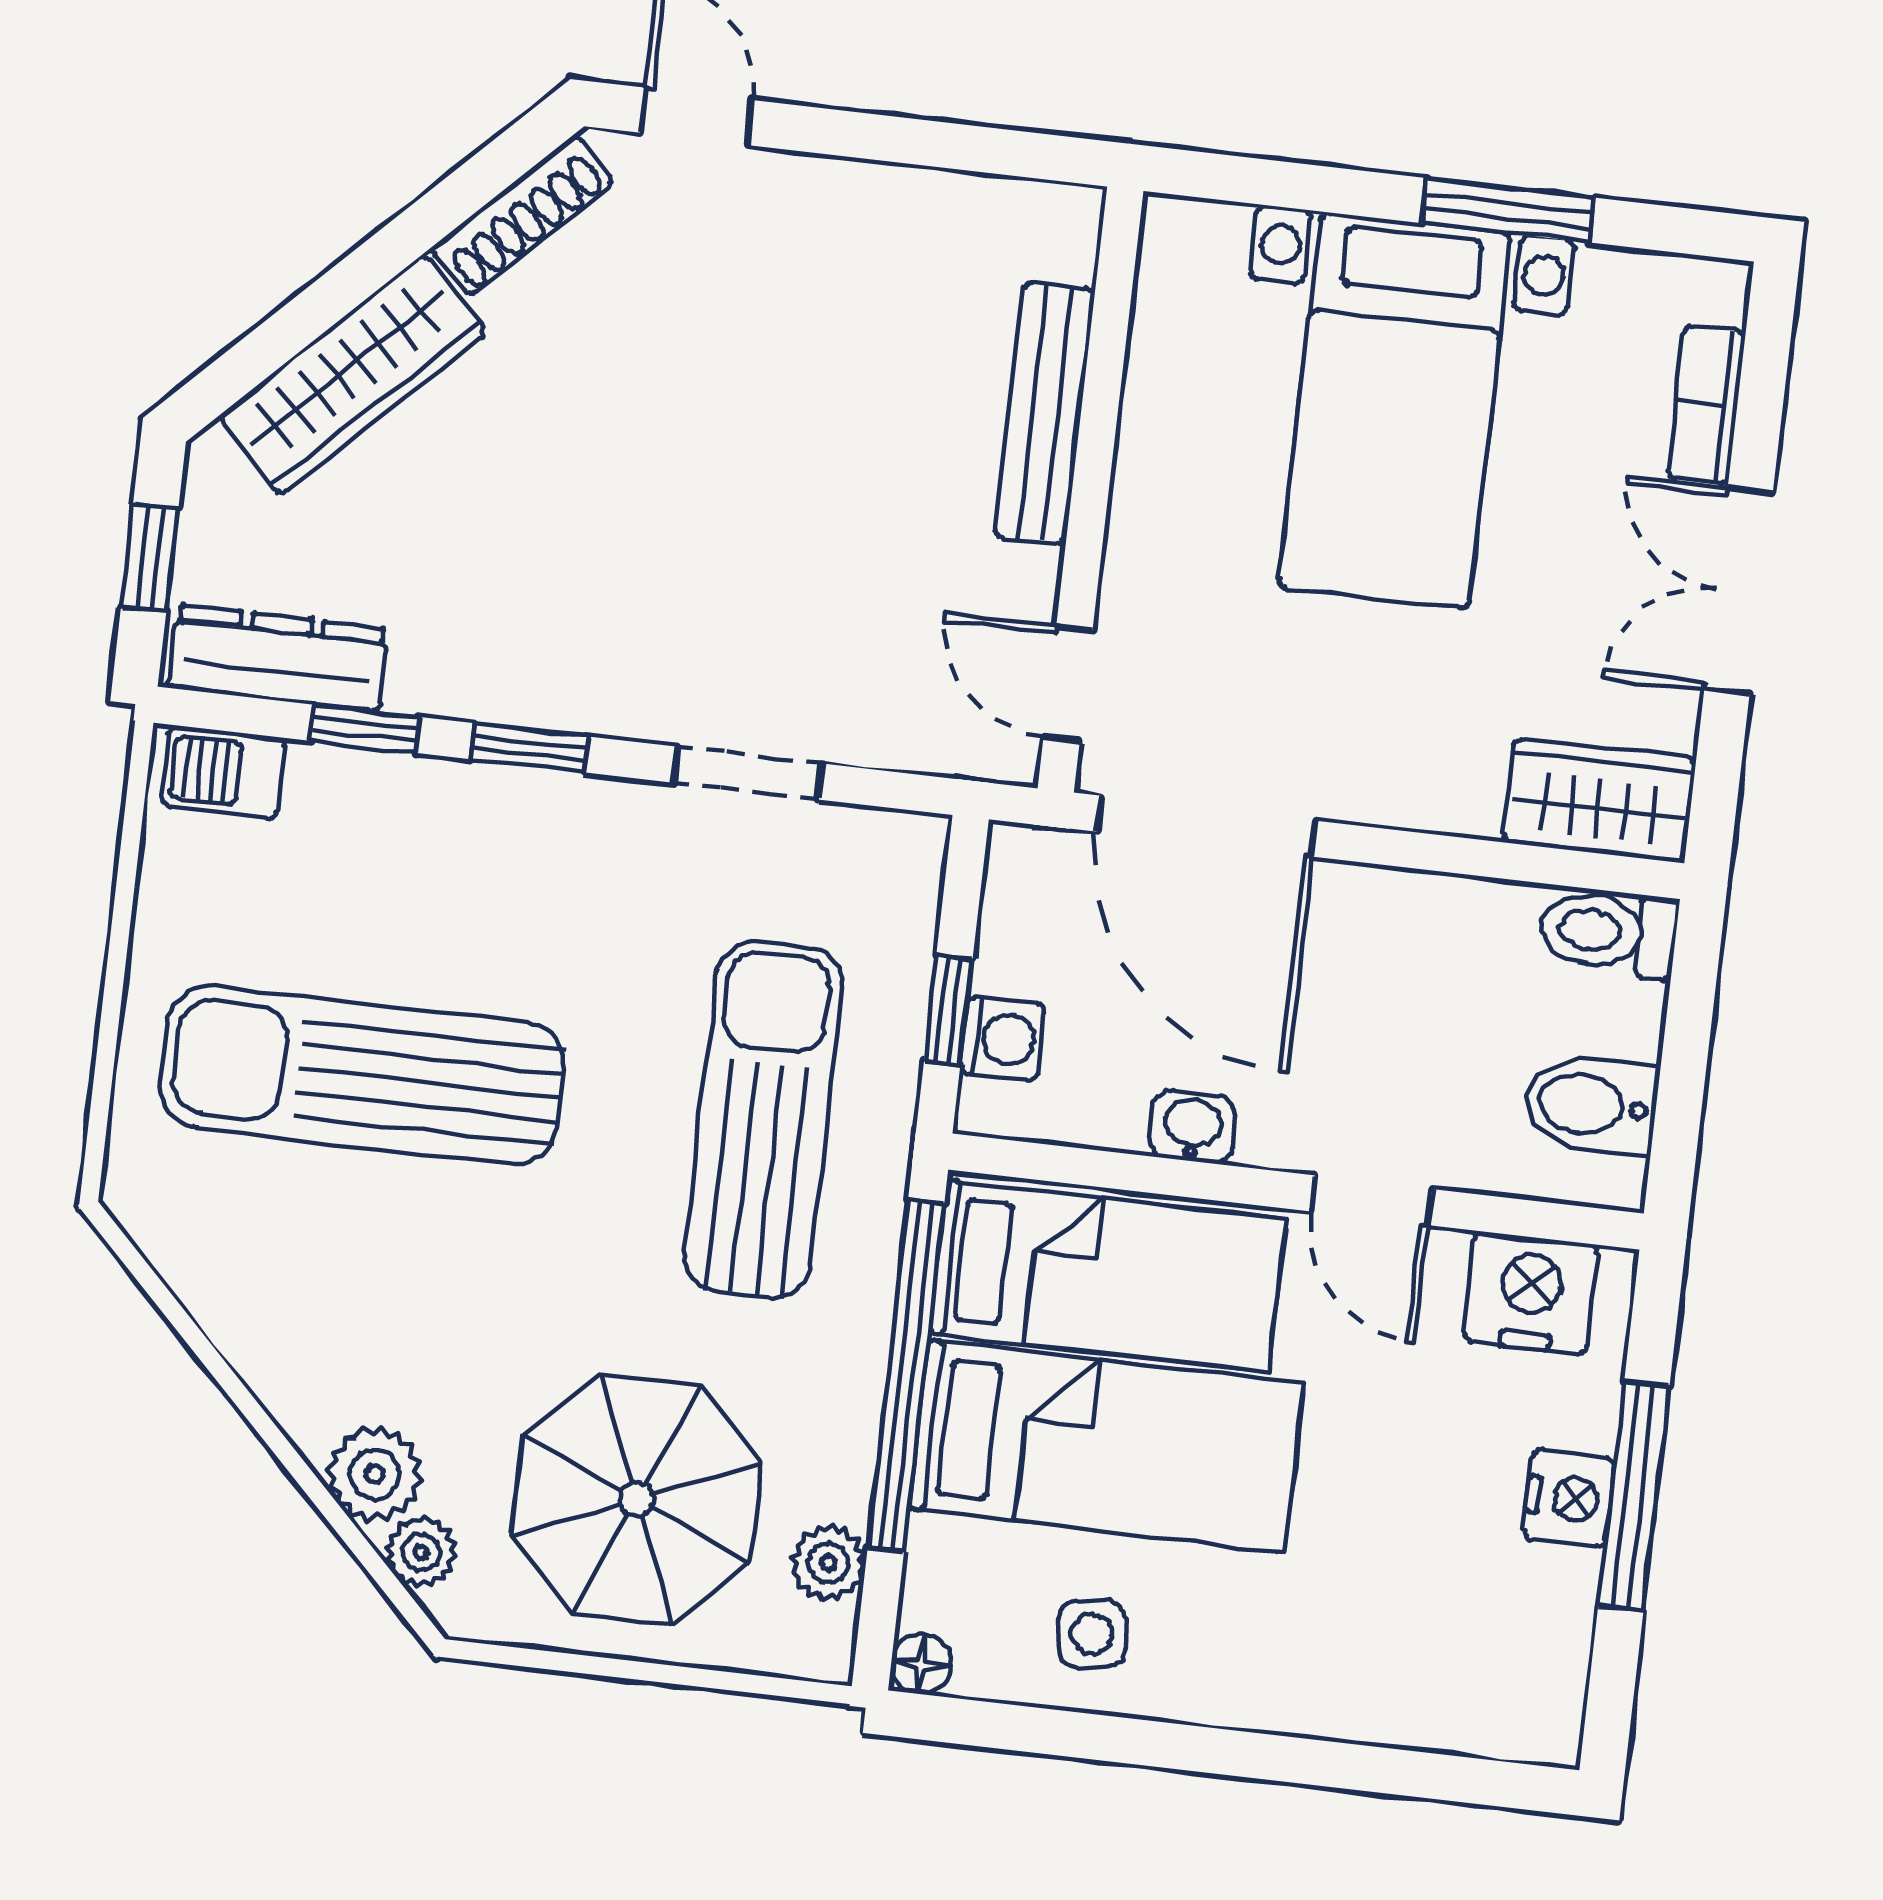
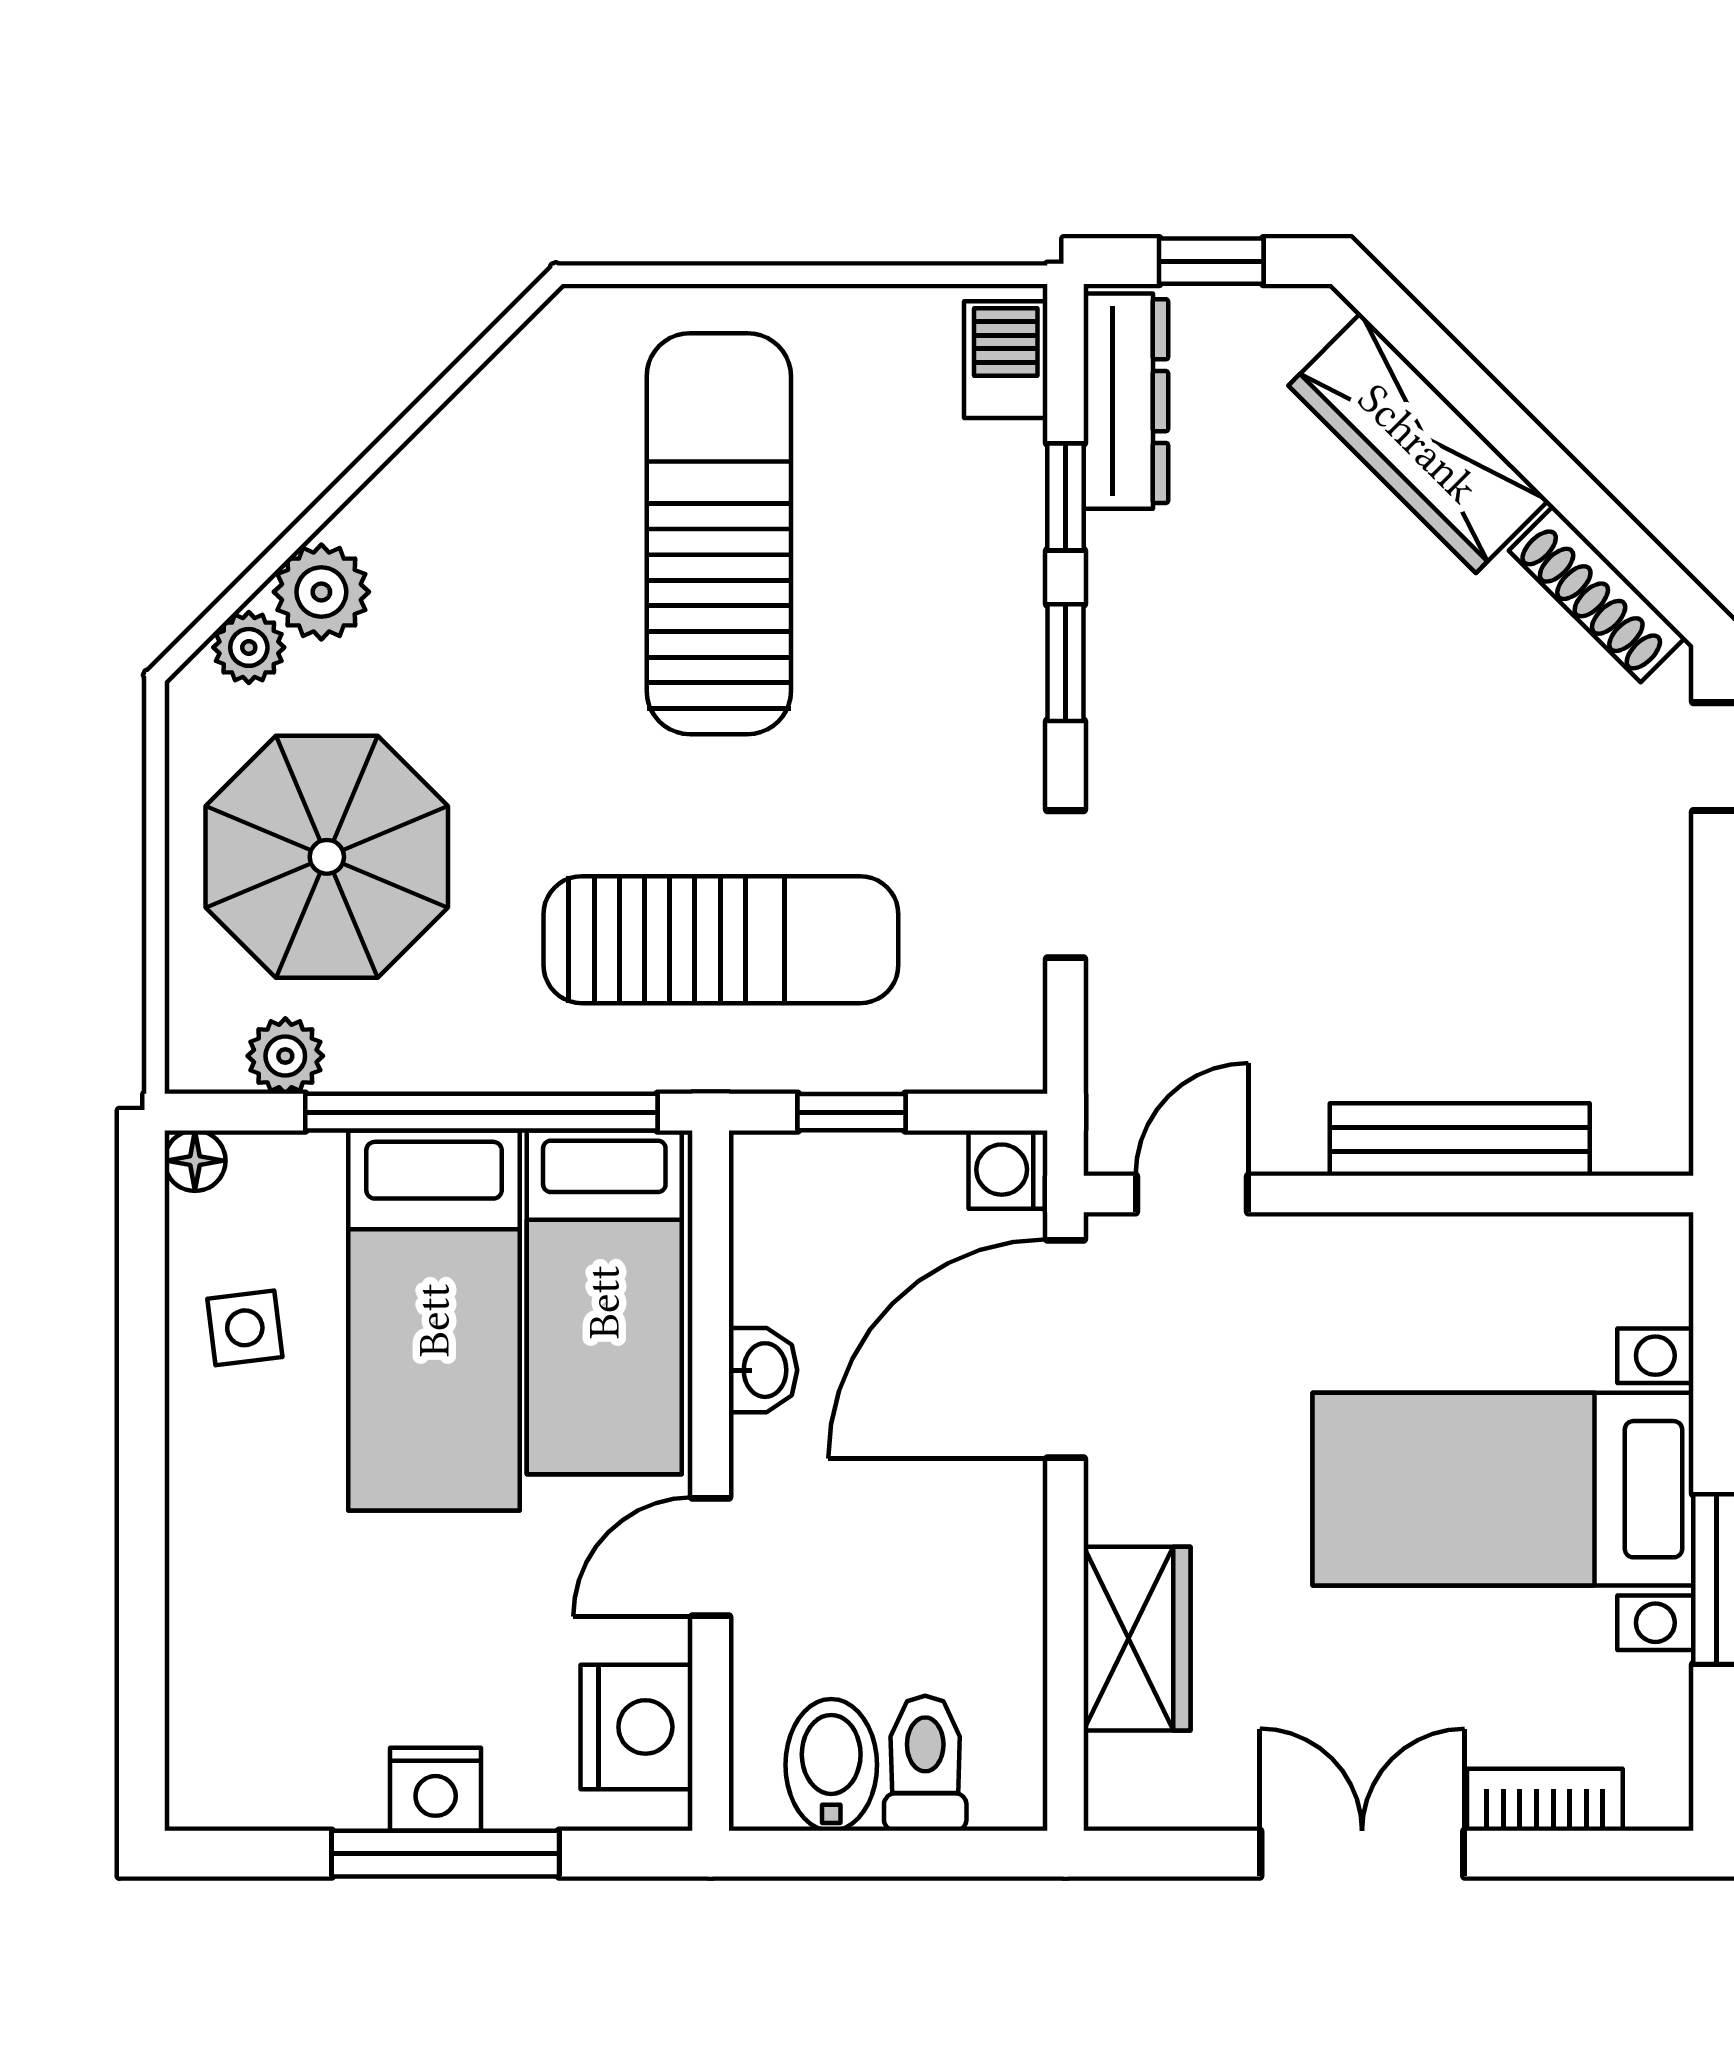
wardrobe: (1600, 800) -> (1137, 1639), moved
toilet: (1609, 932) -> (925, 1763), moved
washing machine: (1003, 1039) -> (1008, 1170), moved, turned 90

